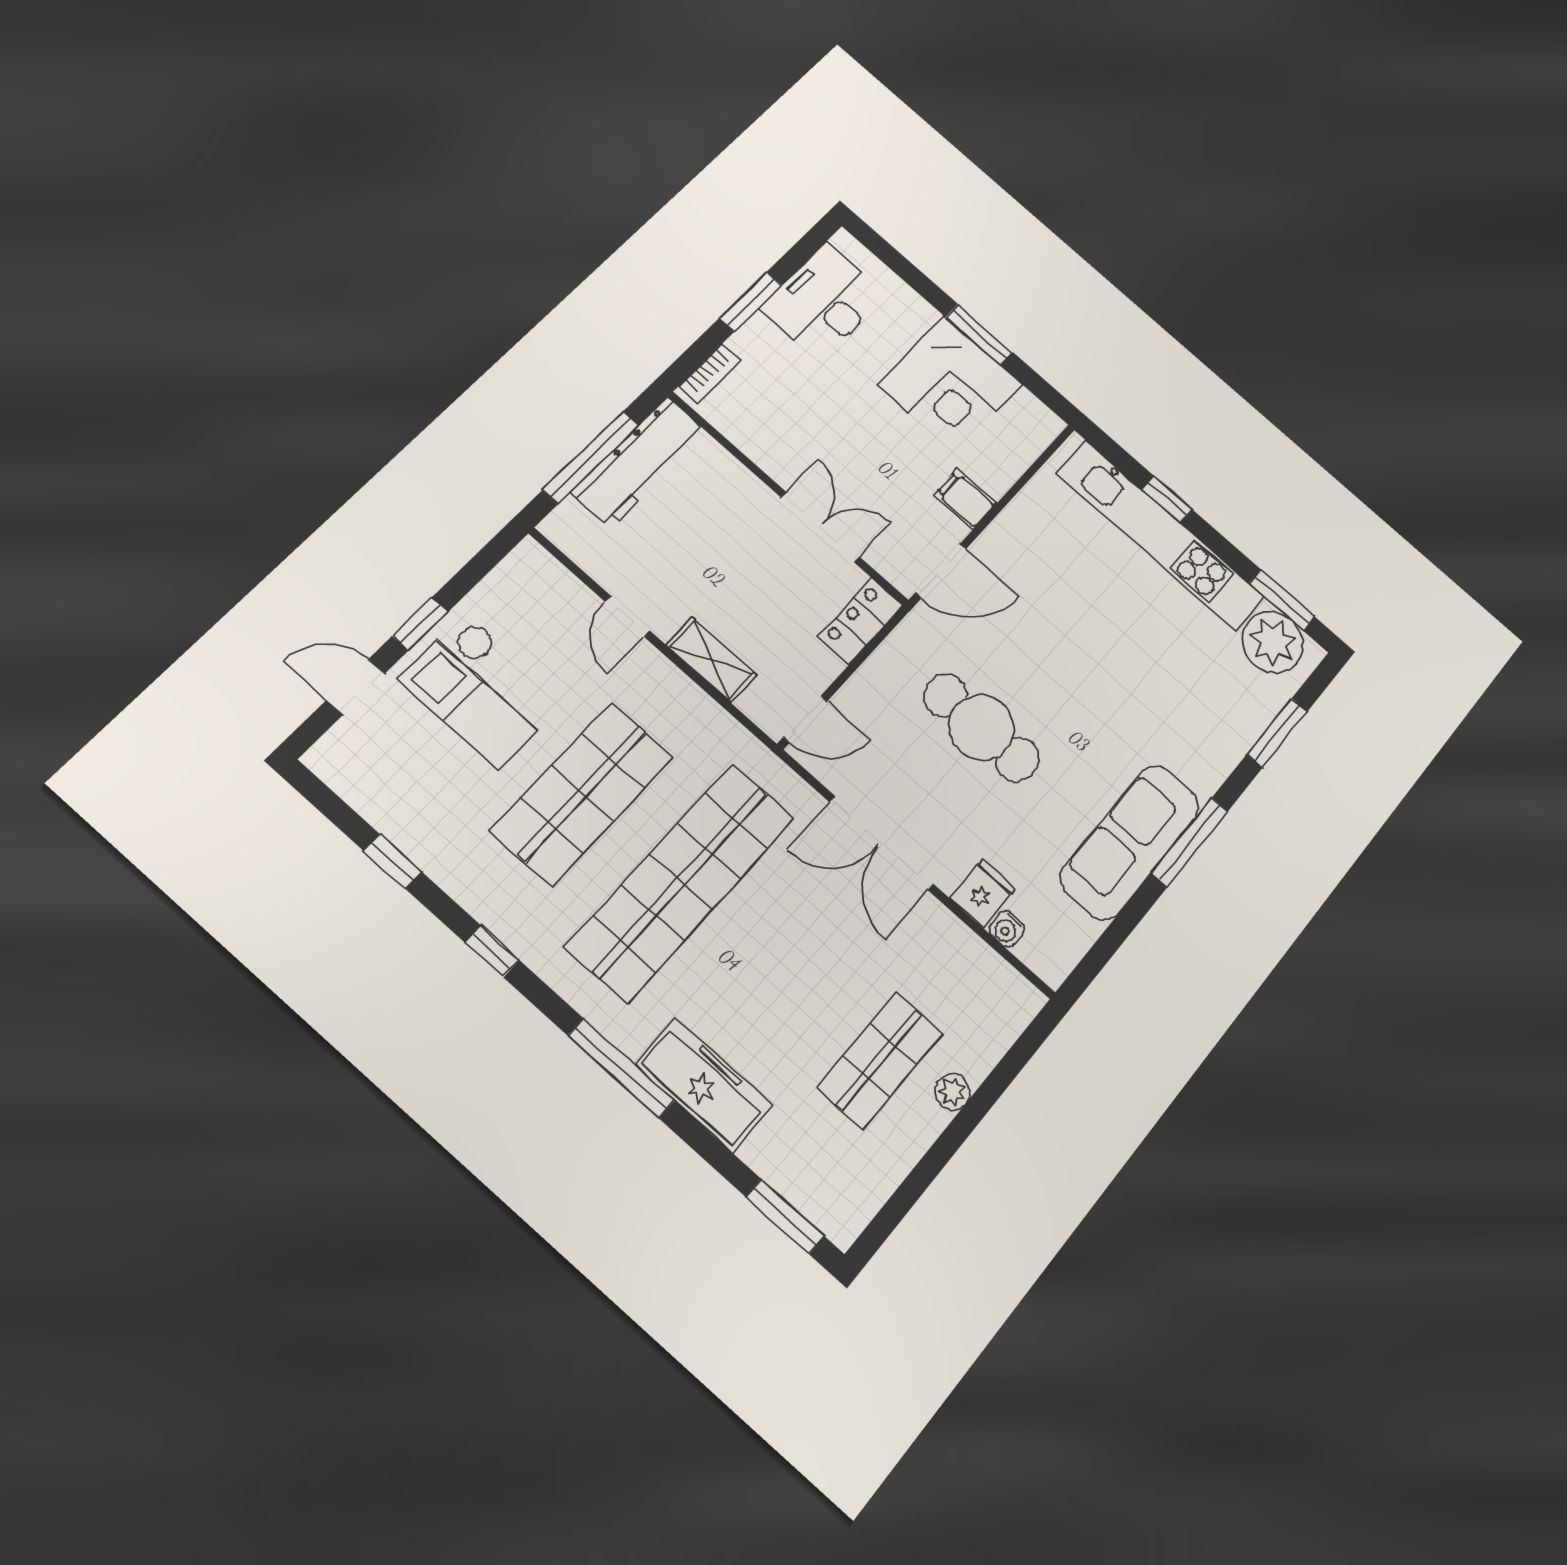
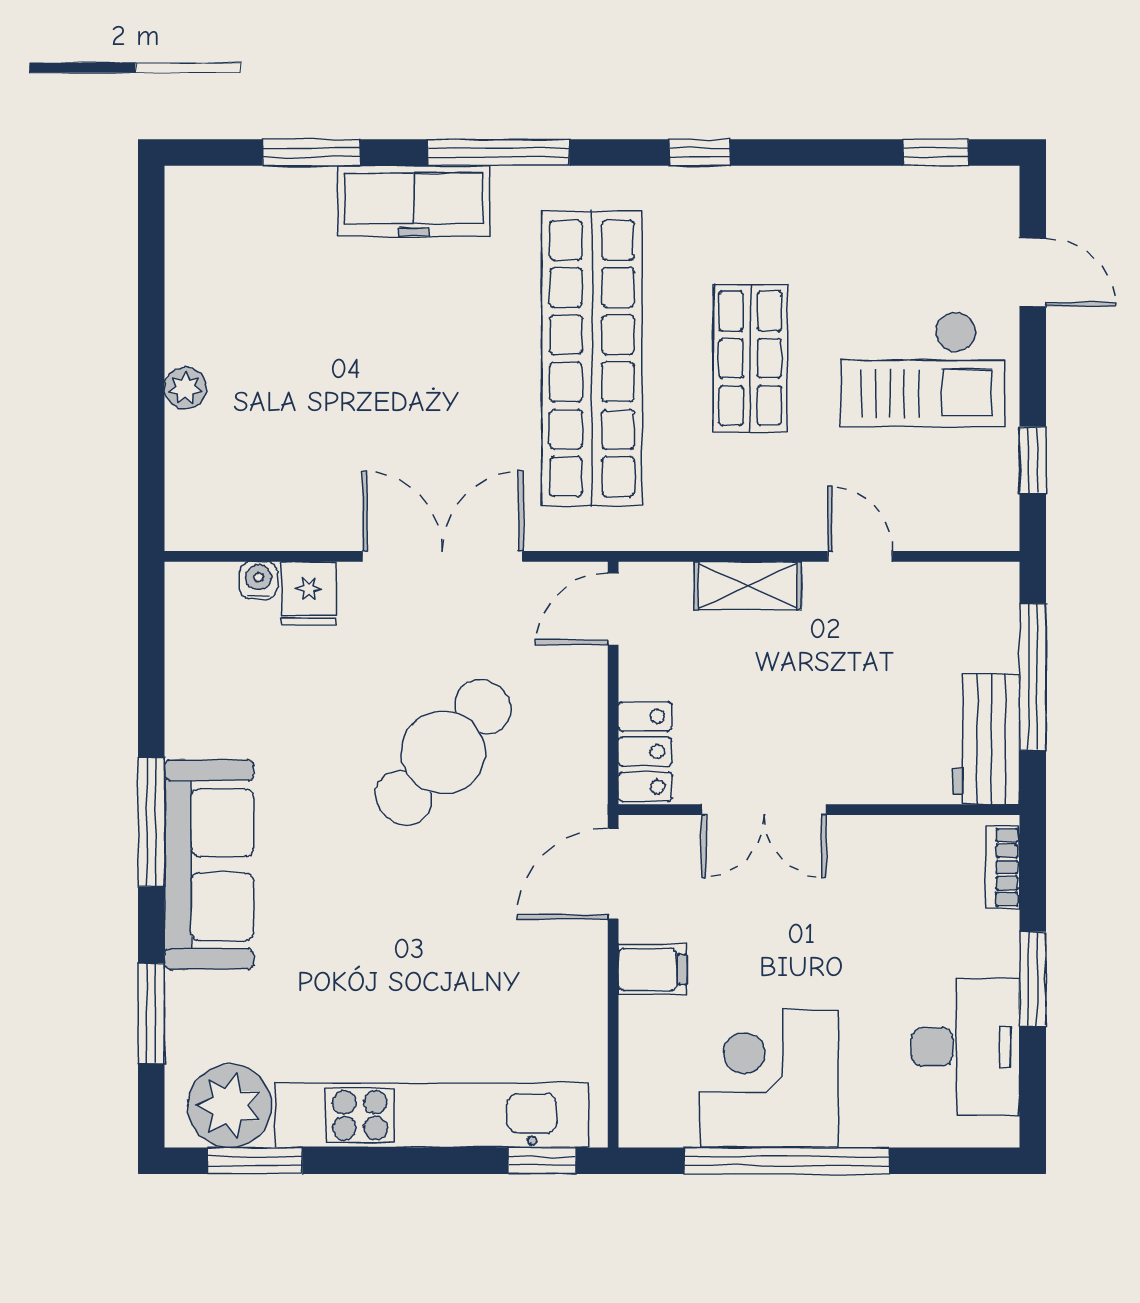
window: (979, 335) -> (787, 1161), width x2.11
workbench: (639, 462) -> (986, 739), width x0.73
window: (1167, 499) -> (542, 1161), moved
window: (420, 624) -> (1033, 460), moved
door: (356, 687) -> (1033, 272), hinge flipped
checkout: (482, 690) -> (923, 369), turned 180
cafe table: (981, 727) -> (443, 752), turned -49
shop shelf: (582, 793) -> (750, 358), width x0.70, depth x0.74
sofa: (1130, 842) -> (209, 865), moved
window: (393, 861) -> (936, 152), moved
shop shelf: (880, 1060) -> (276, 358), removed
window: (785, 1217) -> (311, 152), moved

